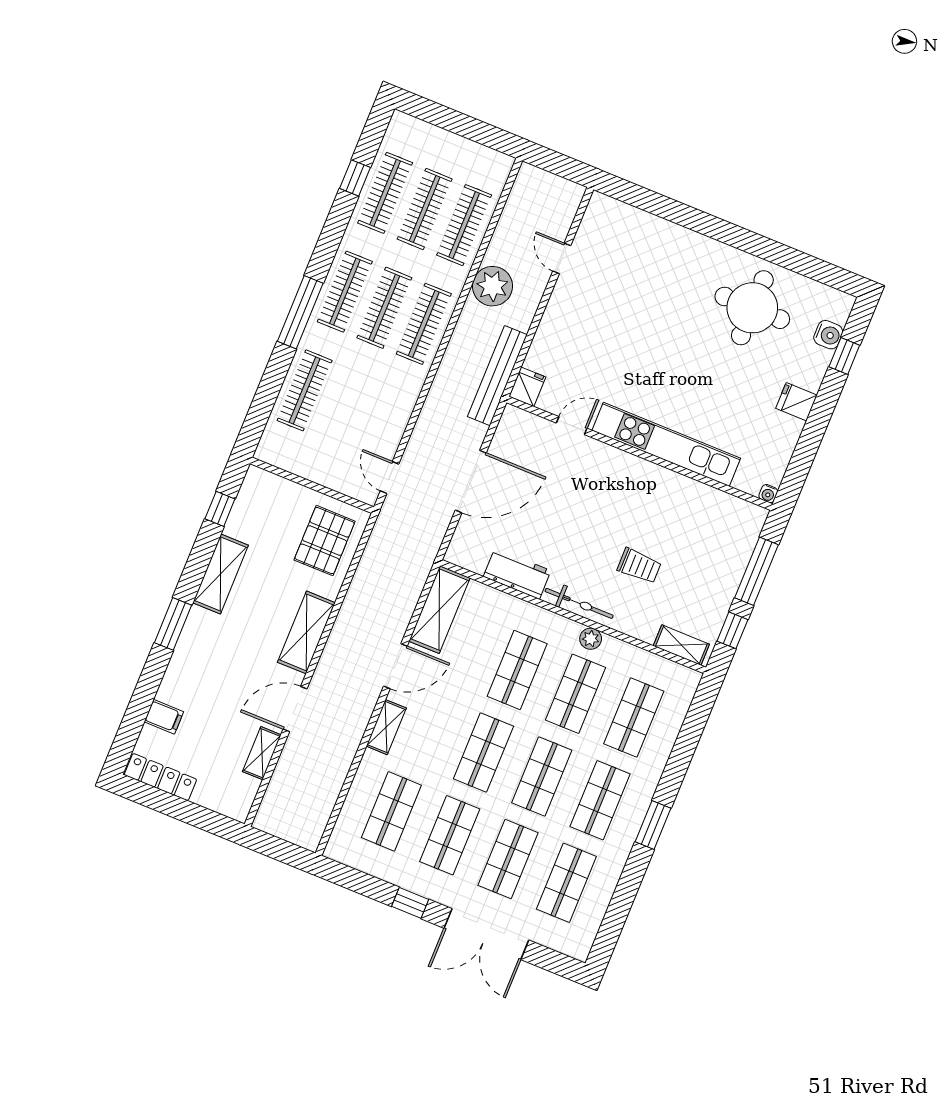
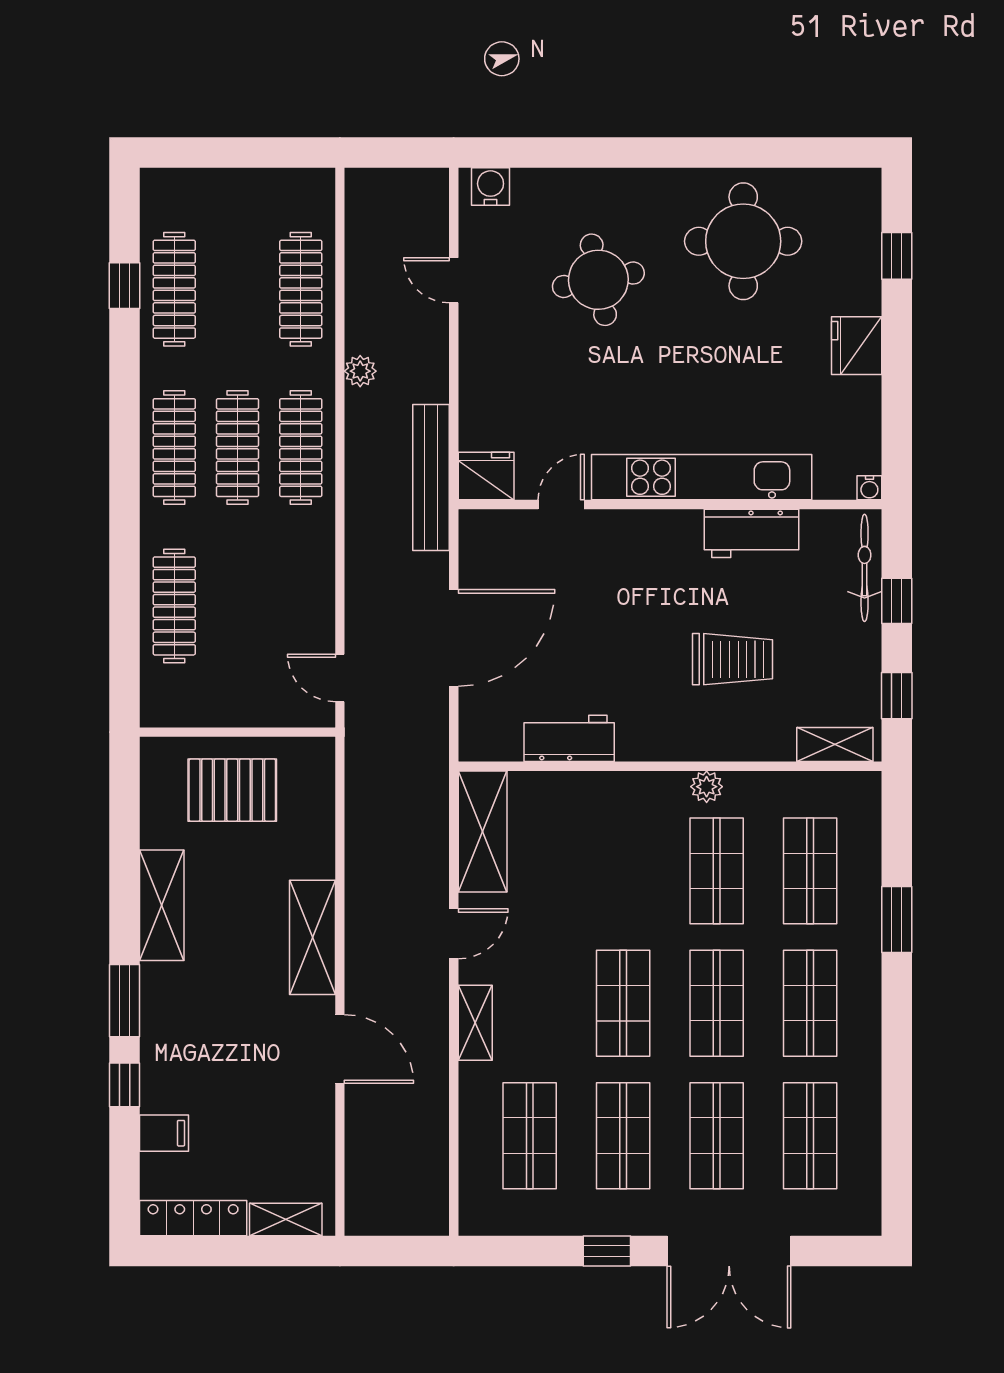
clothes rail: (425, 209) -> (238, 289), removed
plant: (492, 286) -> (360, 371), width x0.53, depth x0.53
round table: (652, 295) -> (598, 280), added
window: (300, 312) -> (124, 501), removed
water cooler: (828, 335) -> (491, 187), moved, turned -90
fridge: (527, 387) -> (486, 476), width x1.38
fridge: (796, 402) -> (857, 346), width x1.38
workbench: (683, 492) -> (751, 533), added
window: (220, 509) -> (124, 1085), moved
pallet: (325, 541) -> (232, 790), moved, turned 90
trolley: (639, 566) -> (733, 659), width x1.36, depth x1.39
window: (757, 571) -> (897, 601), width x0.46
bicycle: (579, 603) -> (865, 568), moved, turned -90
door: (395, 666) -> (454, 934), width x0.73
shop shelf: (517, 670) -> (623, 871), removed
door: (295, 709) -> (340, 1049), swing flipped
shelving: (262, 753) -> (286, 1219), moved, turned 90
window: (653, 825) -> (897, 920), moved

